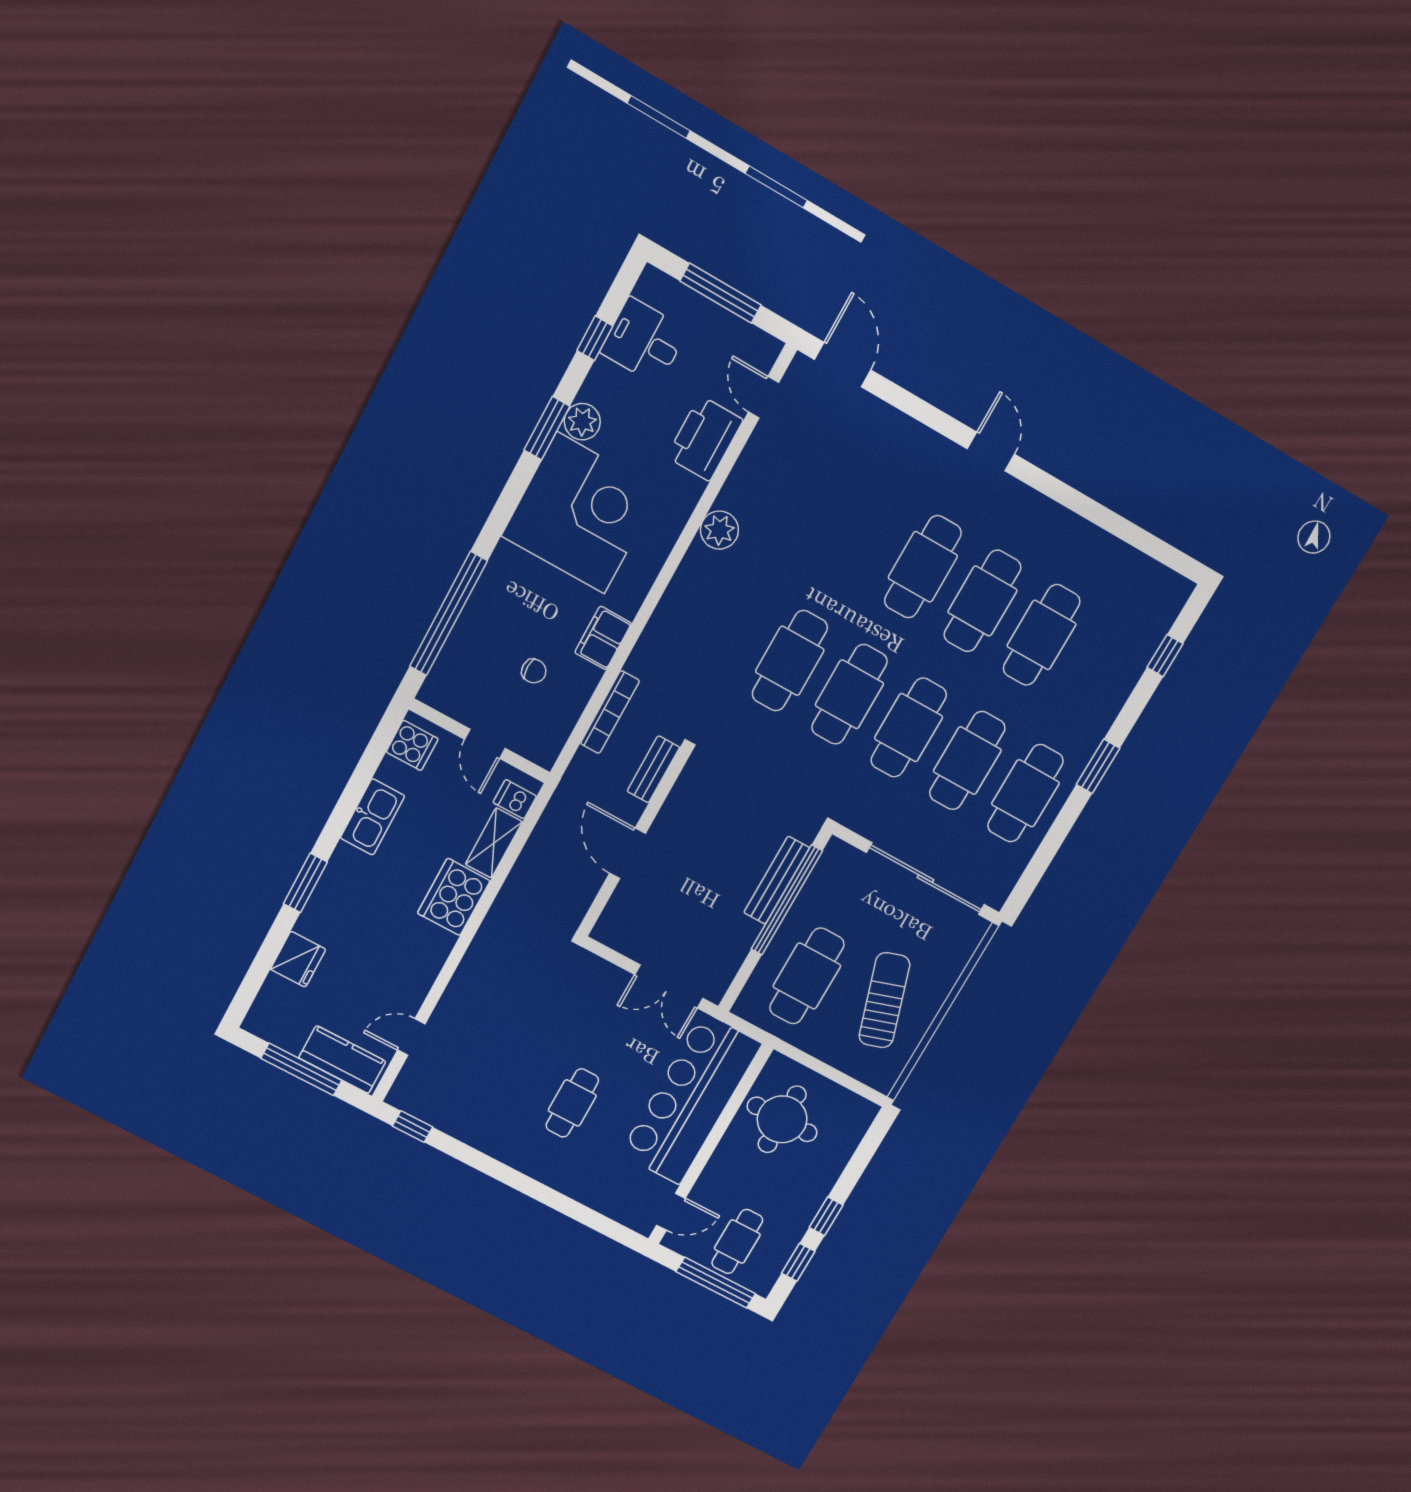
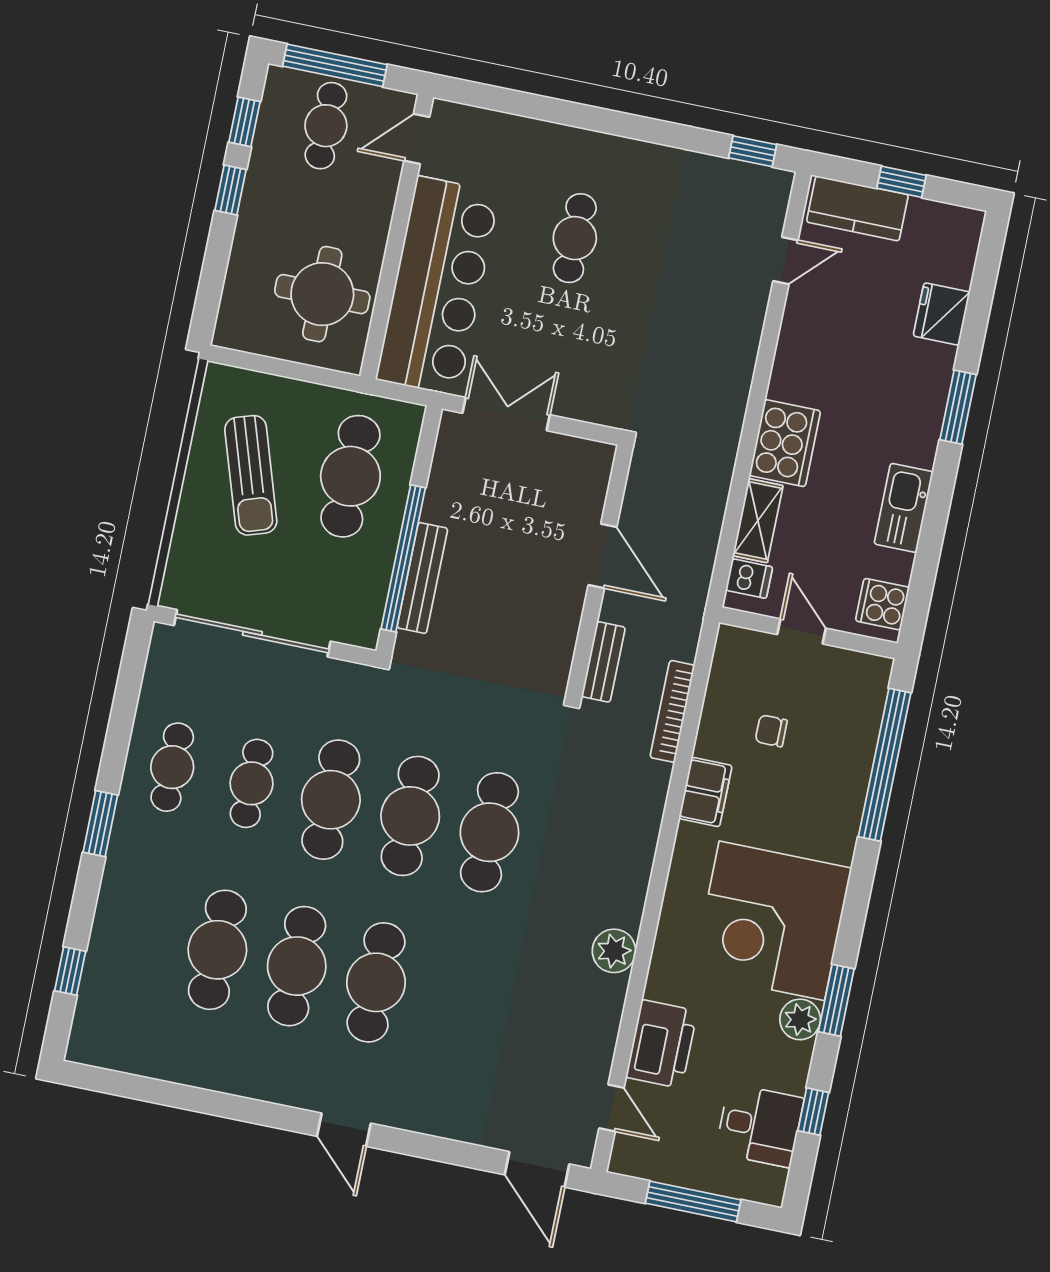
cafe table: (967, 761) -> (252, 783), width x0.73, depth x0.74
cafe table: (1025, 793) -> (172, 767), width x0.73, depth x0.74
window: (301, 1069) -> (901, 182), width x0.46

